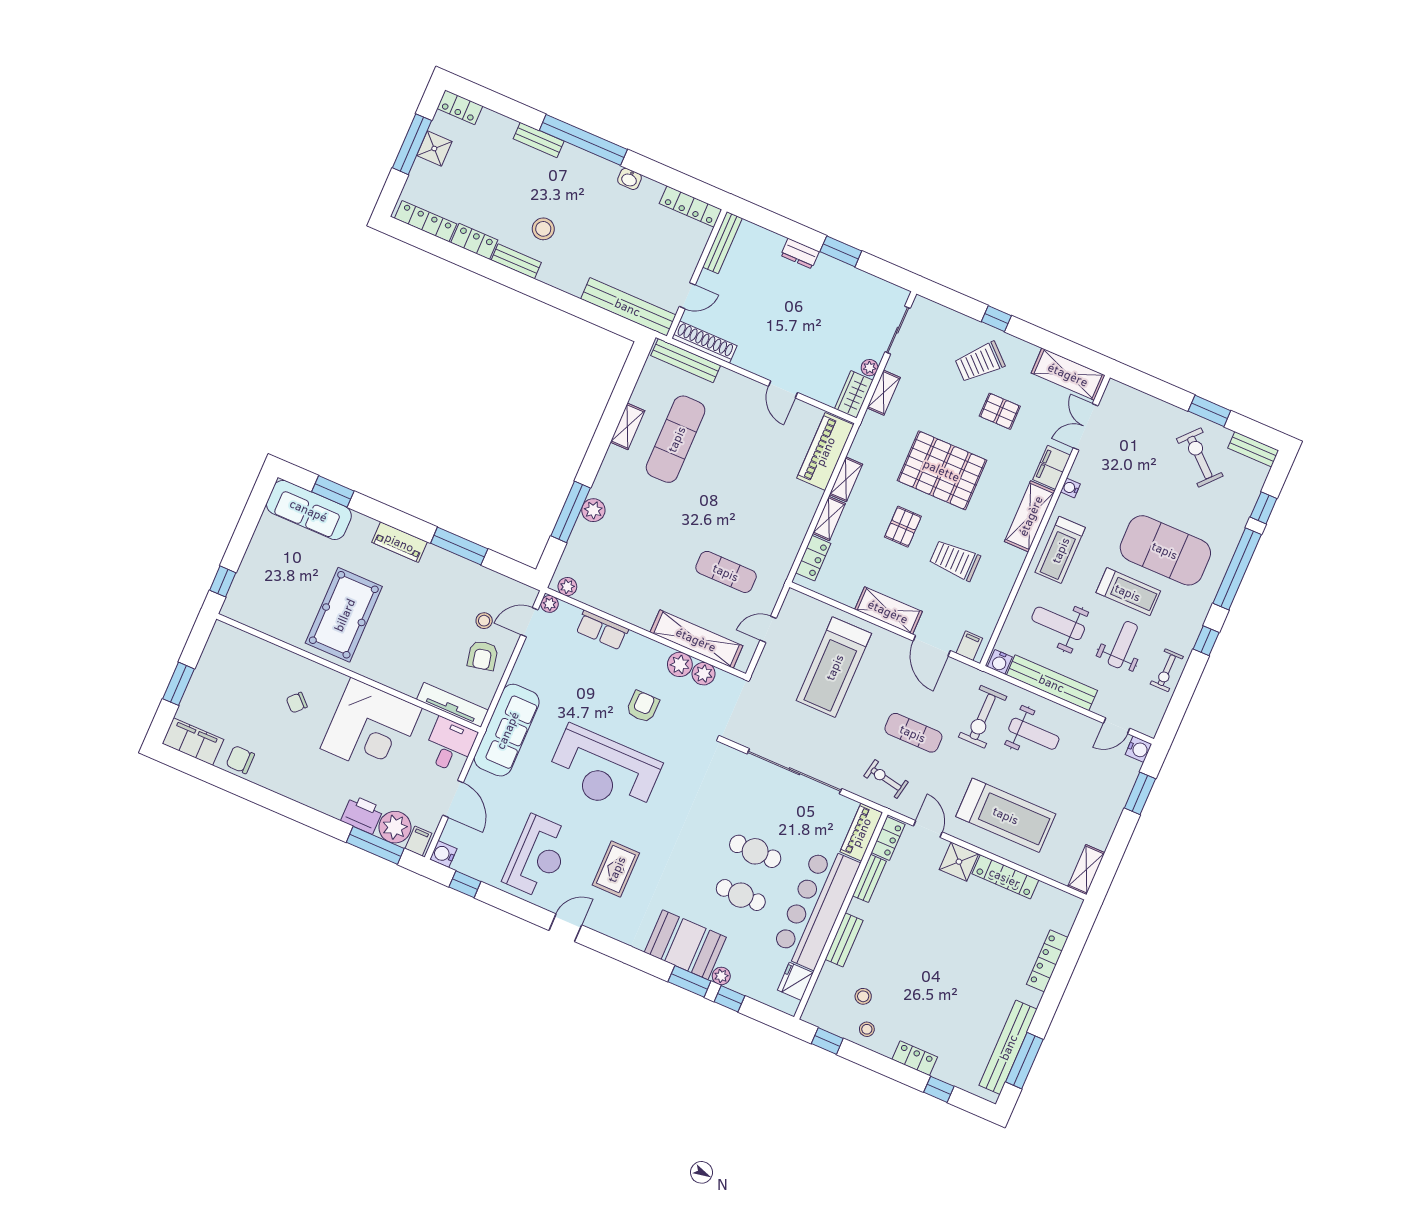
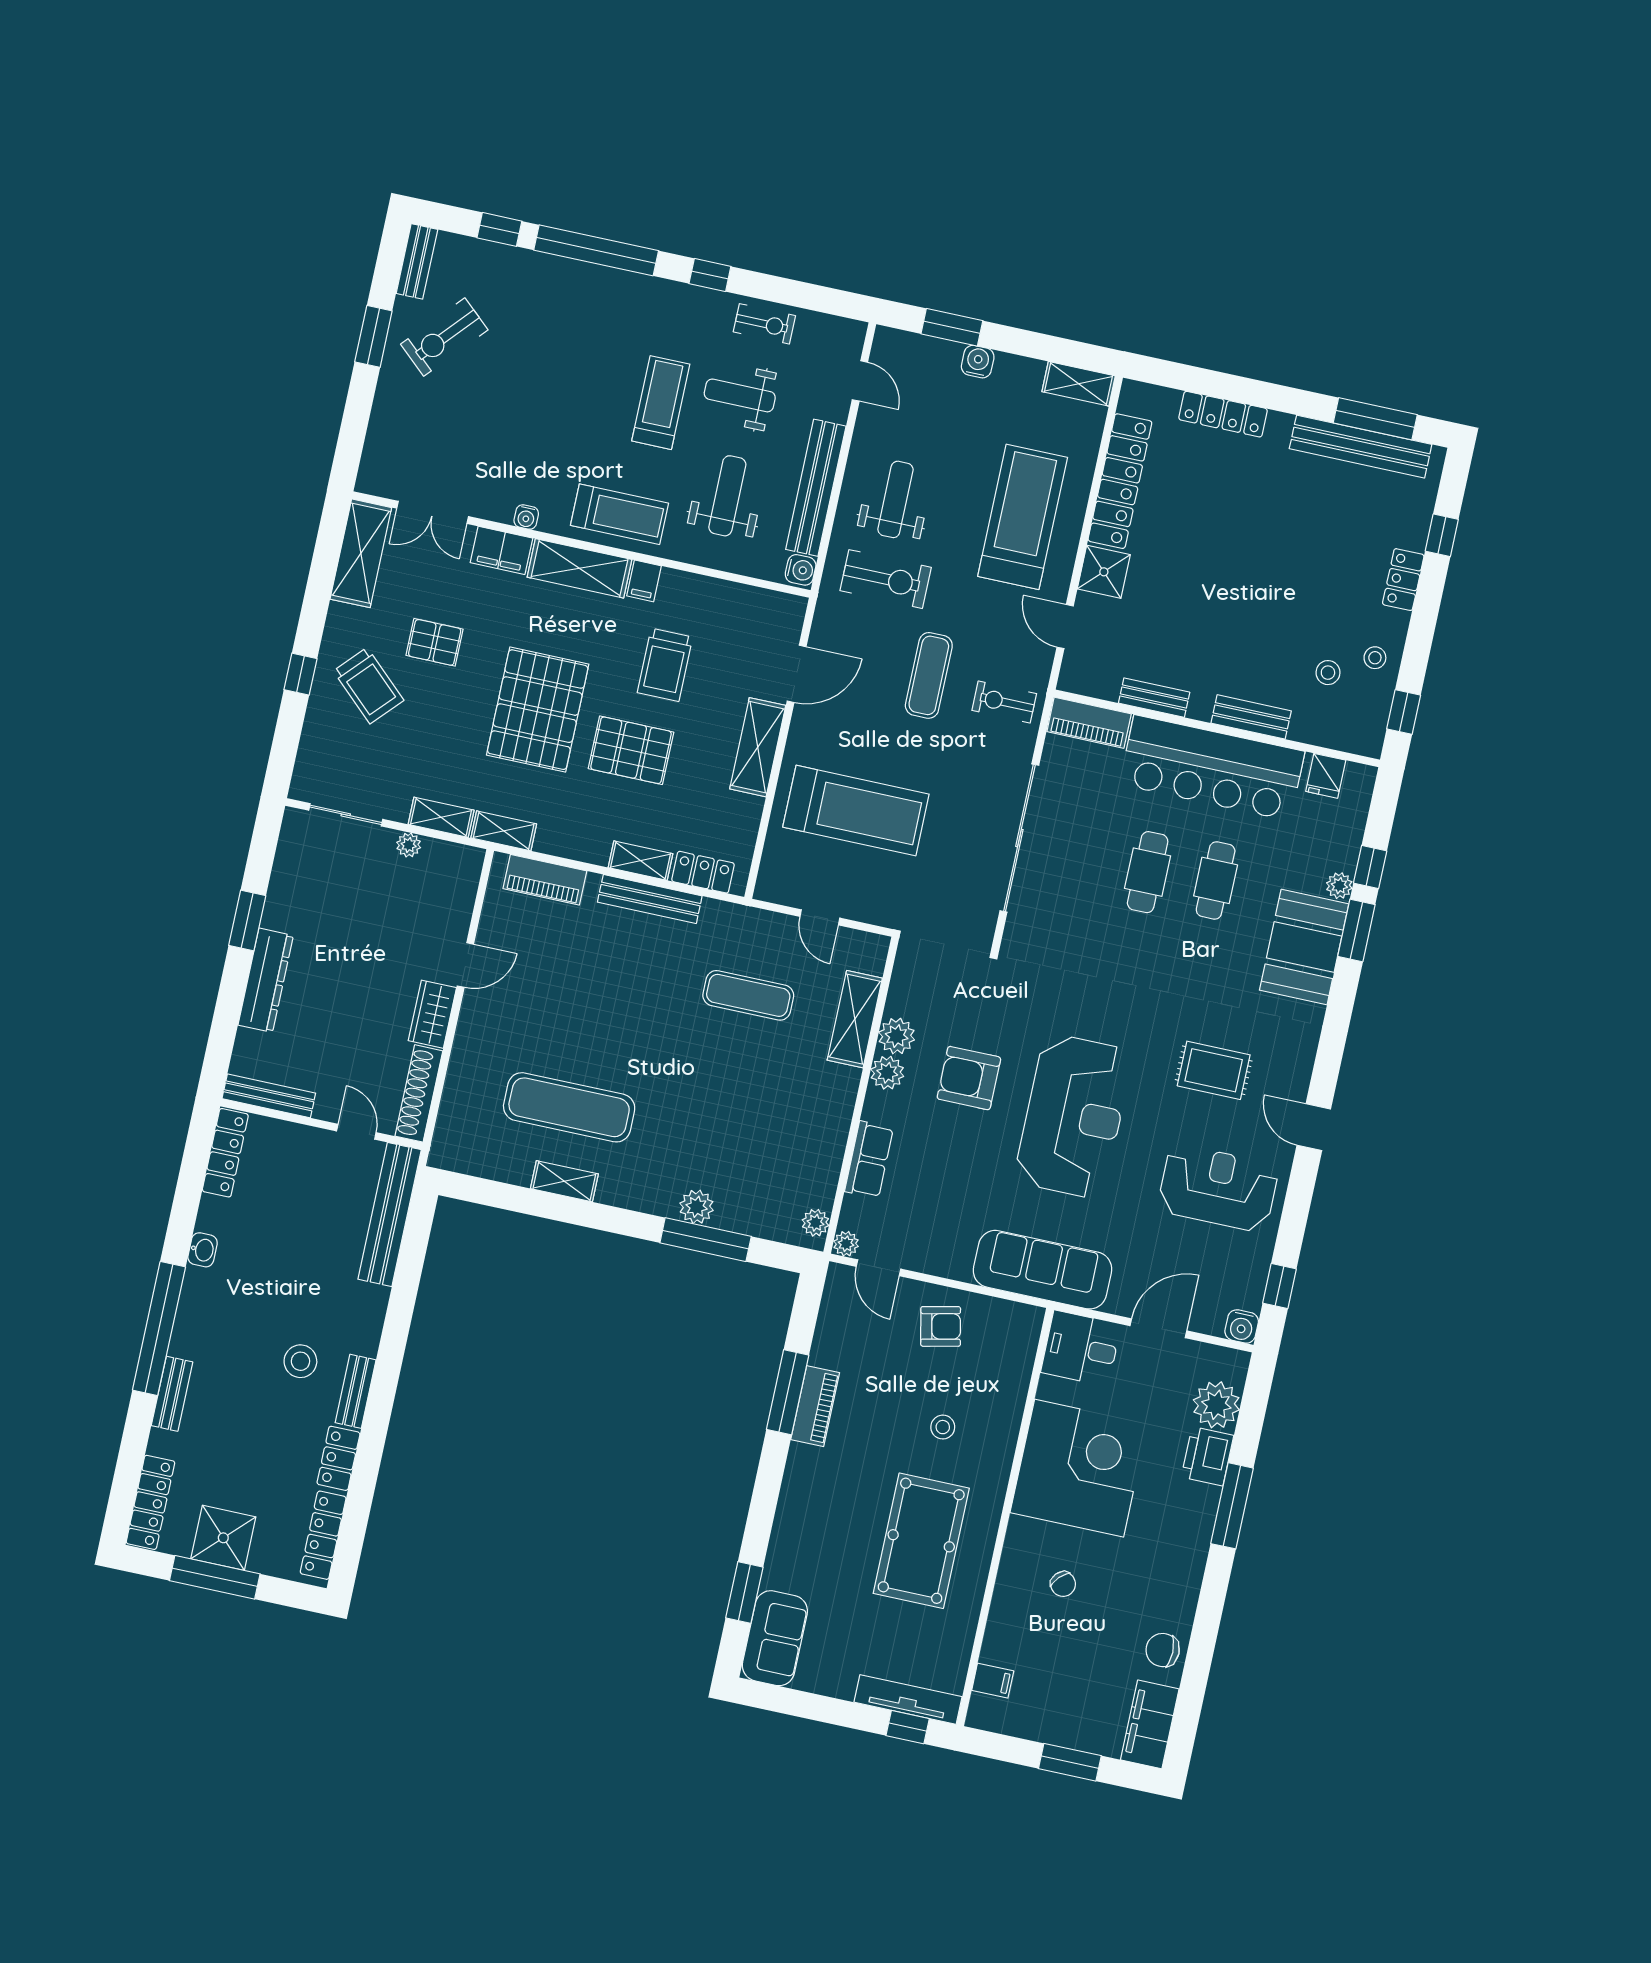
locker: (460, 107) -> (150, 1502), width x1.53
shower: (434, 148) -> (223, 1538), width x1.36, depth x1.36
dresser: (800, 254) -> (266, 980), width x1.96, depth x1.24
bench: (686, 361) -> (650, 899), moved, turned 90
wardrobe: (854, 394) -> (432, 1014), moved, turned 90
pallet: (1000, 411) -> (435, 642), turned 90
piano: (825, 451) -> (545, 880), width x0.73, depth x0.75
shelving: (846, 479) -> (504, 831), moved
sofa: (309, 510) -> (775, 1638), width x0.73
pallet: (903, 527) -> (631, 750), width x1.50, depth x1.42
piano: (400, 542) -> (815, 1406), moved
exercise mat: (1165, 550) -> (590, 360), removed
exercise mat: (726, 572) -> (748, 995), turned 90
pool table: (344, 615) -> (921, 1541), turned 90
stool: (484, 621) -> (943, 1427), moved
weight bench: (1058, 623) -> (727, 496), turned 180
shelving: (696, 639) -> (855, 1019), width x0.68
filing cabinet: (969, 646) -> (644, 581), moved, turned -90
plant: (704, 674) -> (887, 1073), moved
tv unit: (452, 705) -> (908, 1699), moved, turned 90
armchair: (643, 707) -> (969, 1078), width x1.38, depth x1.38
water cooler: (1139, 749) -> (978, 362), moved
chair: (240, 760) -> (1163, 1650), turned 90
exercise bike: (886, 779) -> (1004, 702), turned 79
door: (928, 829) -> (1065, 627), hinge flipped
locker: (888, 838) -> (1090, 682), removed
filing cabinet: (418, 841) -> (993, 1681), moved, turned 180
window: (375, 845) -> (1232, 1506), moved
locker: (1005, 877) -> (1120, 481), width x1.41, depth x1.21
fridge: (795, 981) -> (1326, 776), width x0.72

